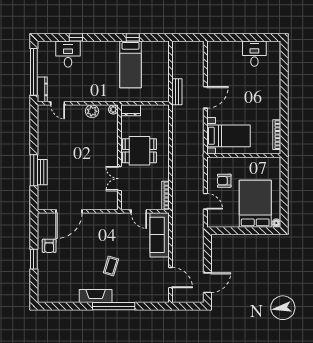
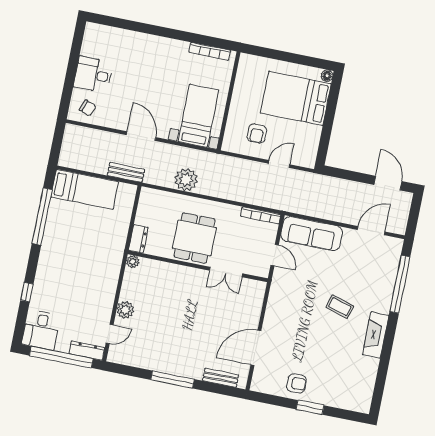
window: (133, 37) -> (42, 217), width x3.17
desk: (68, 54) -> (41, 330), moved, turned -90
desk: (254, 54) -> (93, 75), moved
chair: (218, 55) -> (88, 108), added
bed: (131, 64) -> (85, 189), moved
plant: (92, 111) -> (125, 310), moved
plant: (181, 136) -> (186, 180), added
window: (34, 170) -> (172, 380), moved
bench: (42, 172) -> (221, 378), moved
door: (69, 211) -> (256, 348), swing flipped
door: (139, 211) -> (275, 255), hinge flipped
window: (114, 306) -> (400, 284), moved

